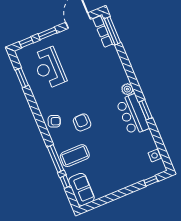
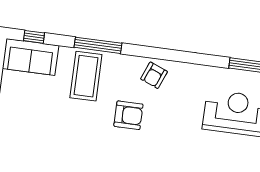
window: (65, 182) -> (34, 37), moved

